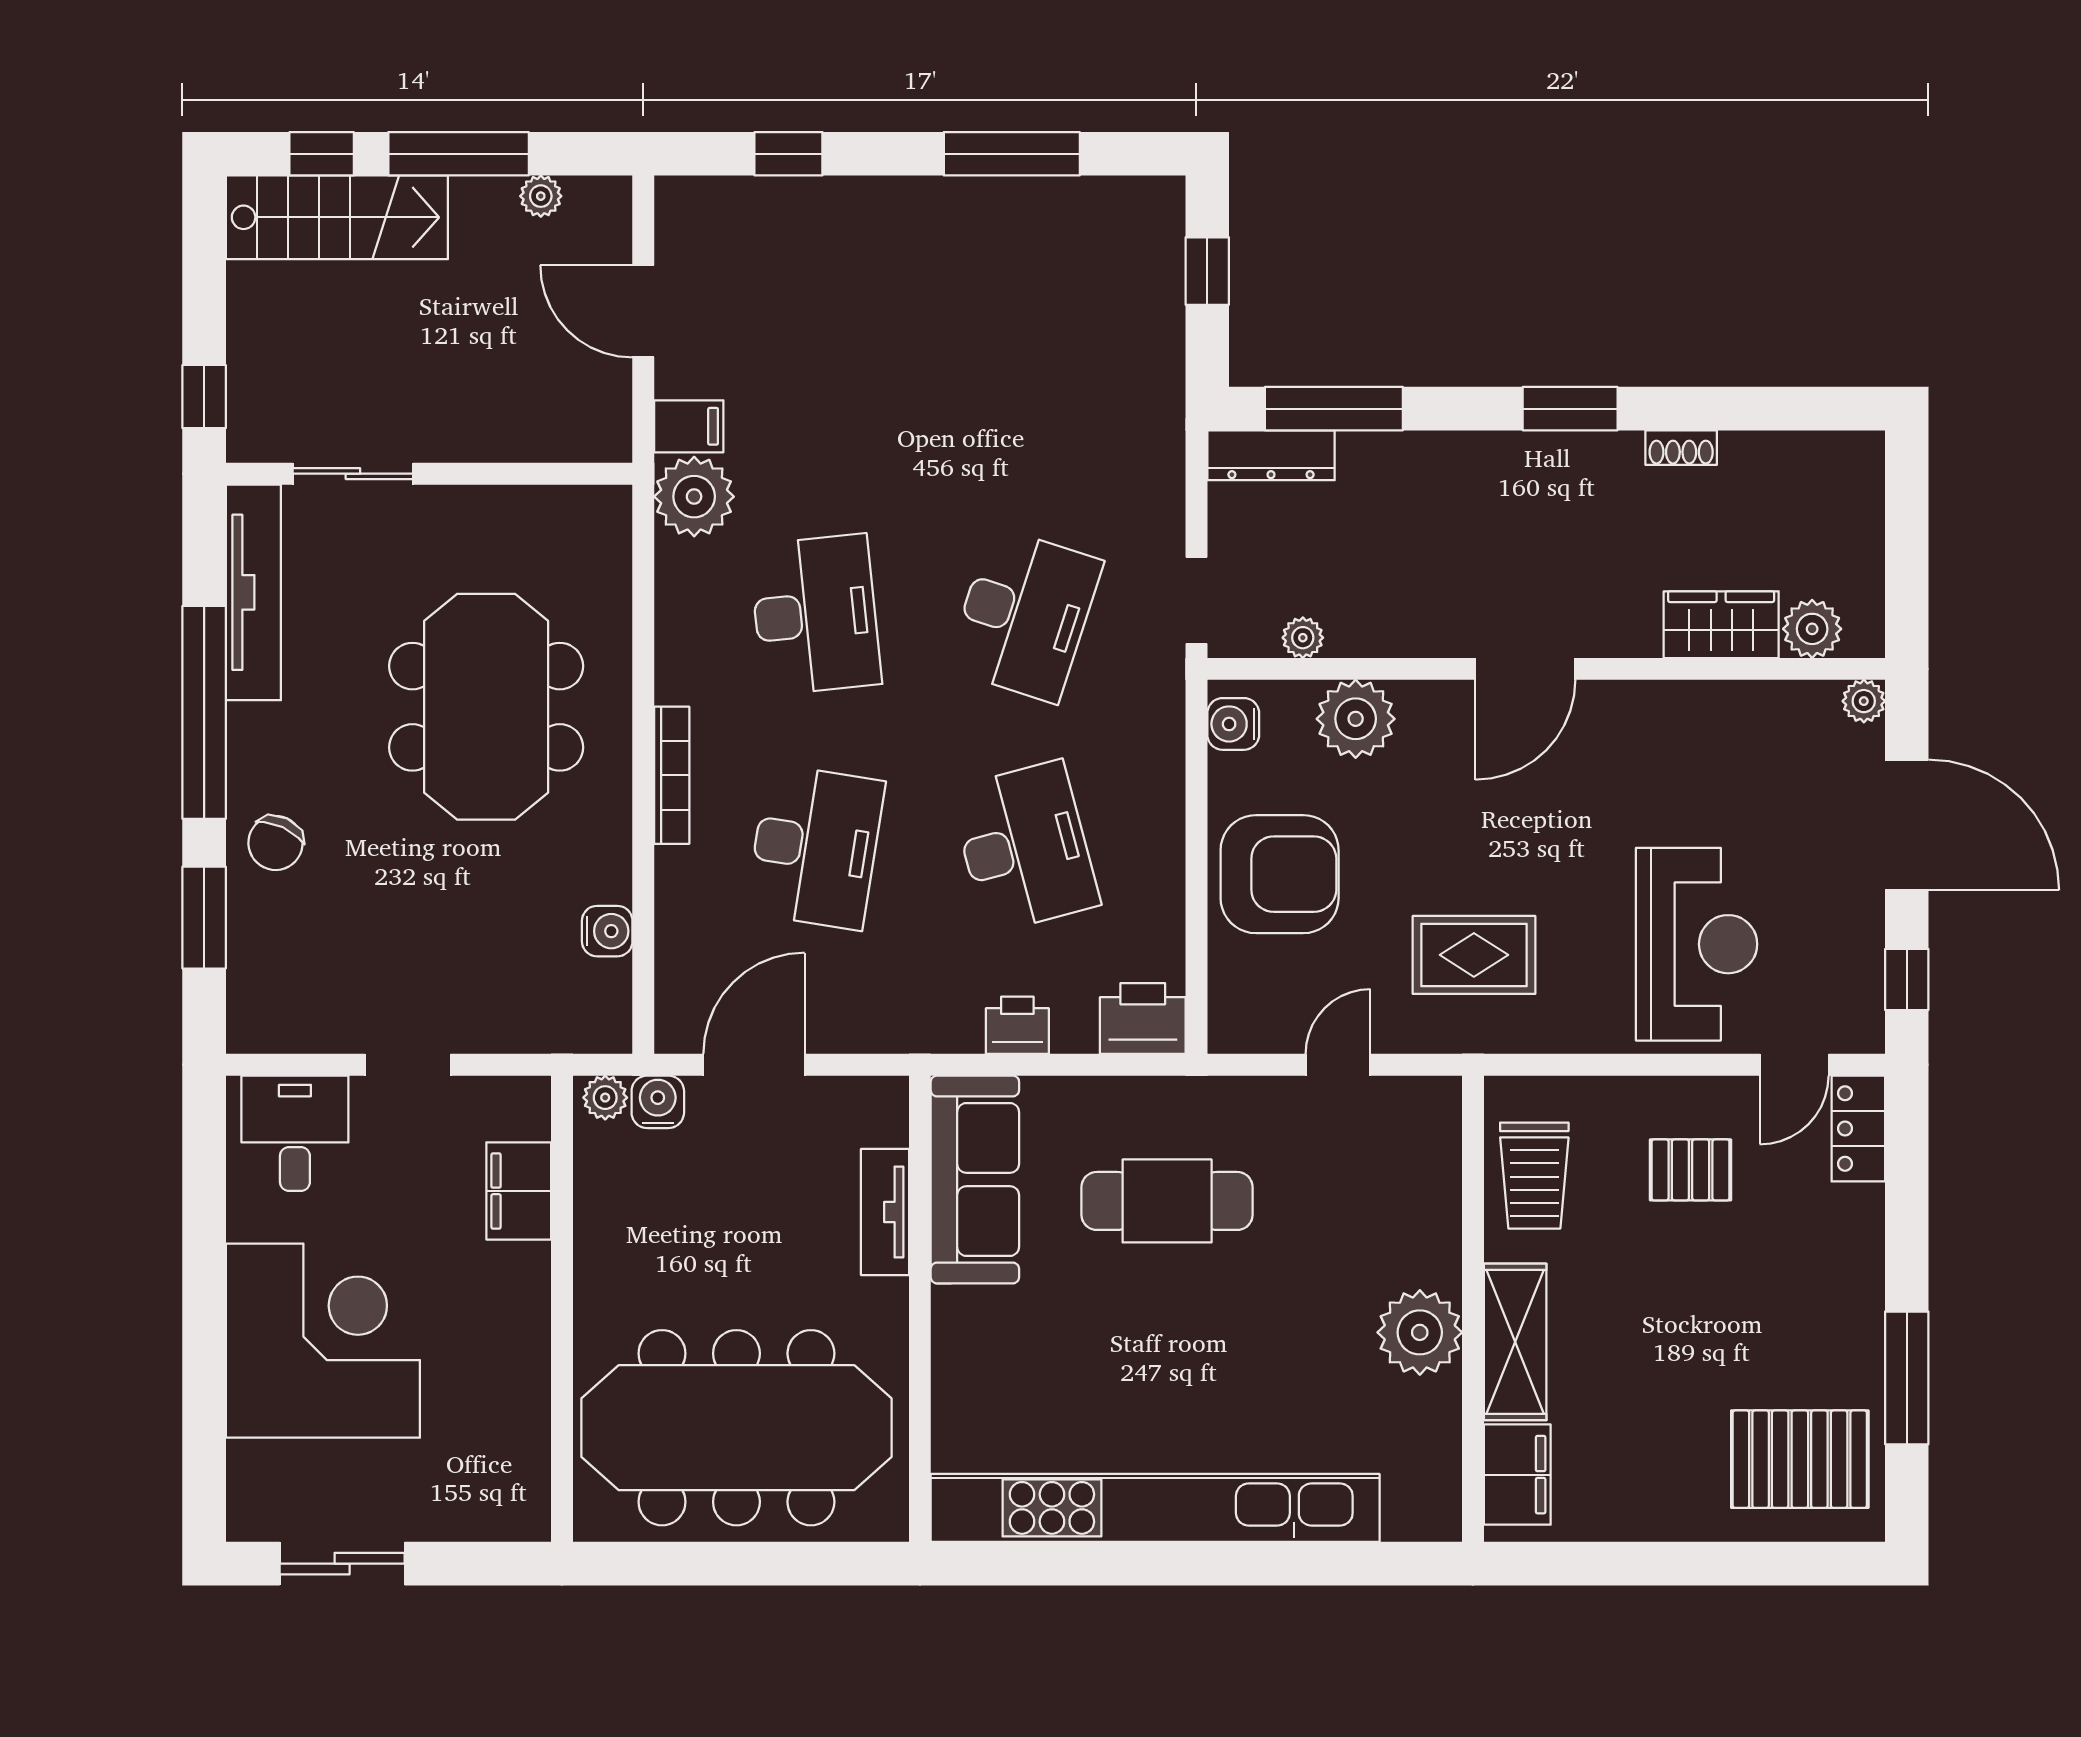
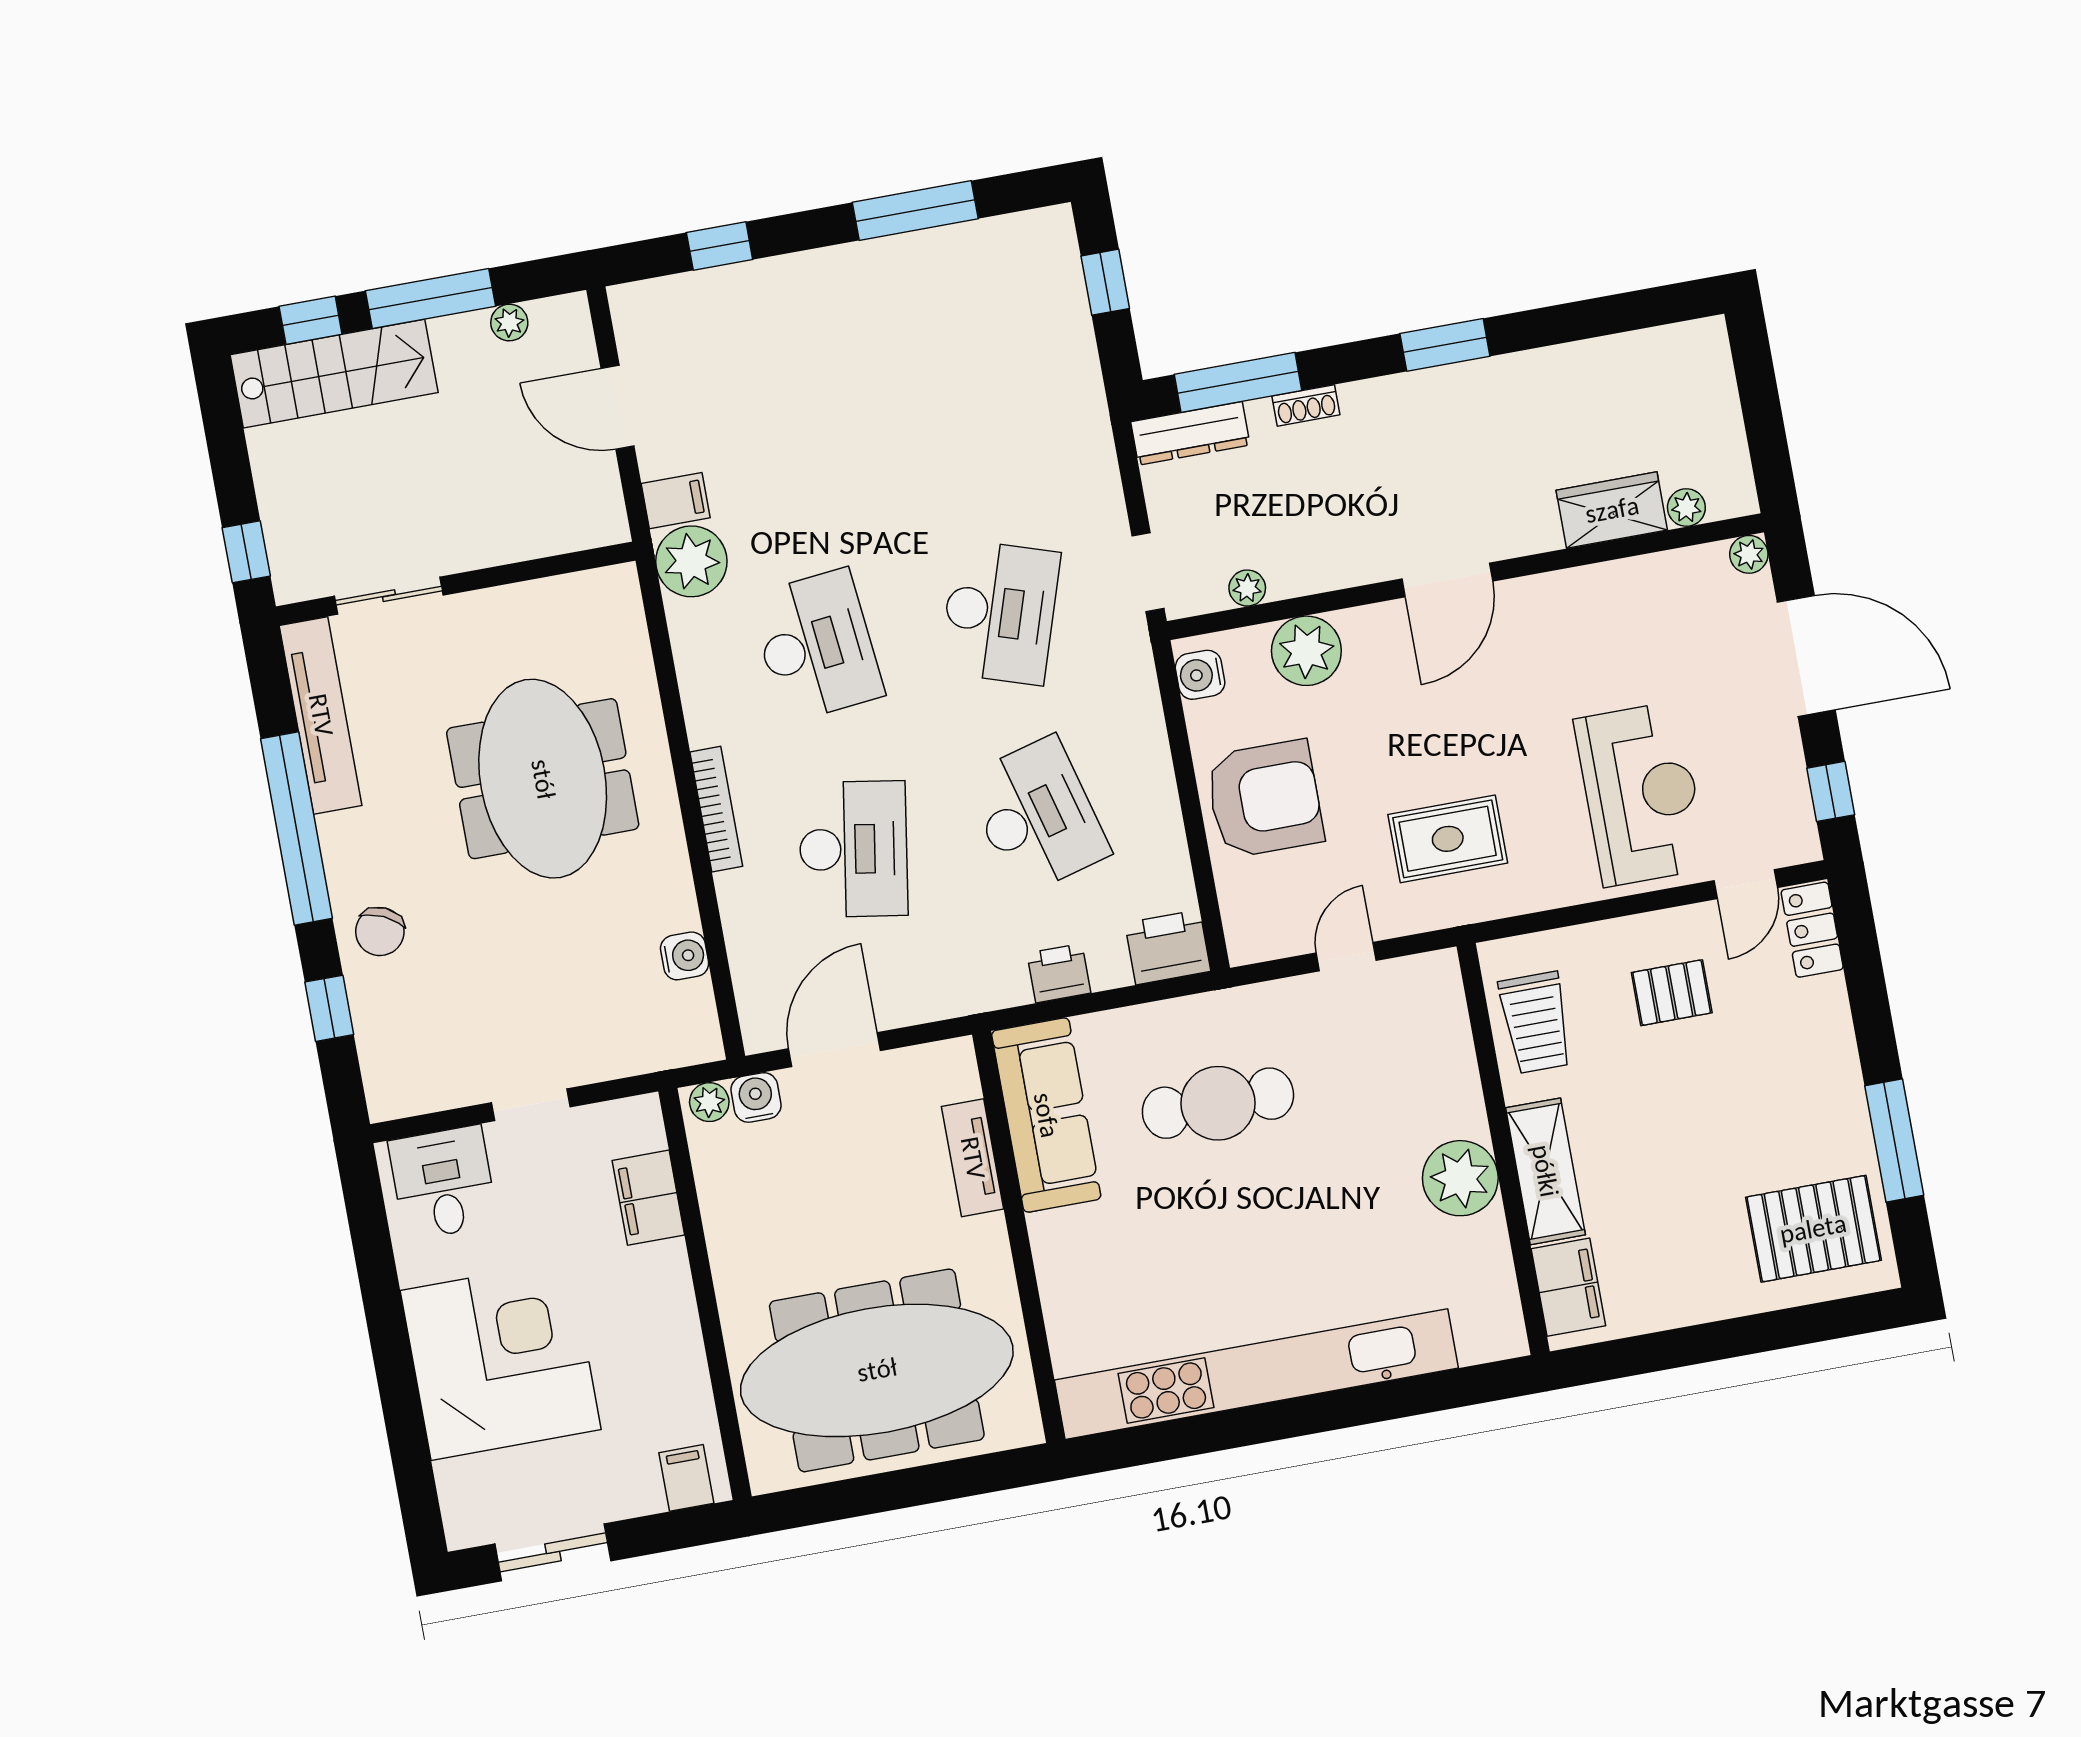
shoe rack: (1681, 448) -> (1306, 405), moved
plant: (1812, 629) -> (1686, 508), width x0.73, depth x0.73
window: (204, 918) -> (329, 1008), width x0.67
filing cabinet: (504, 1508) -> (686, 1478), added

